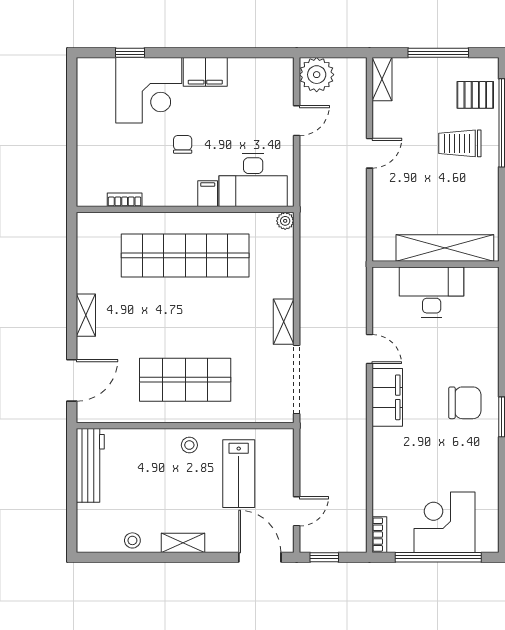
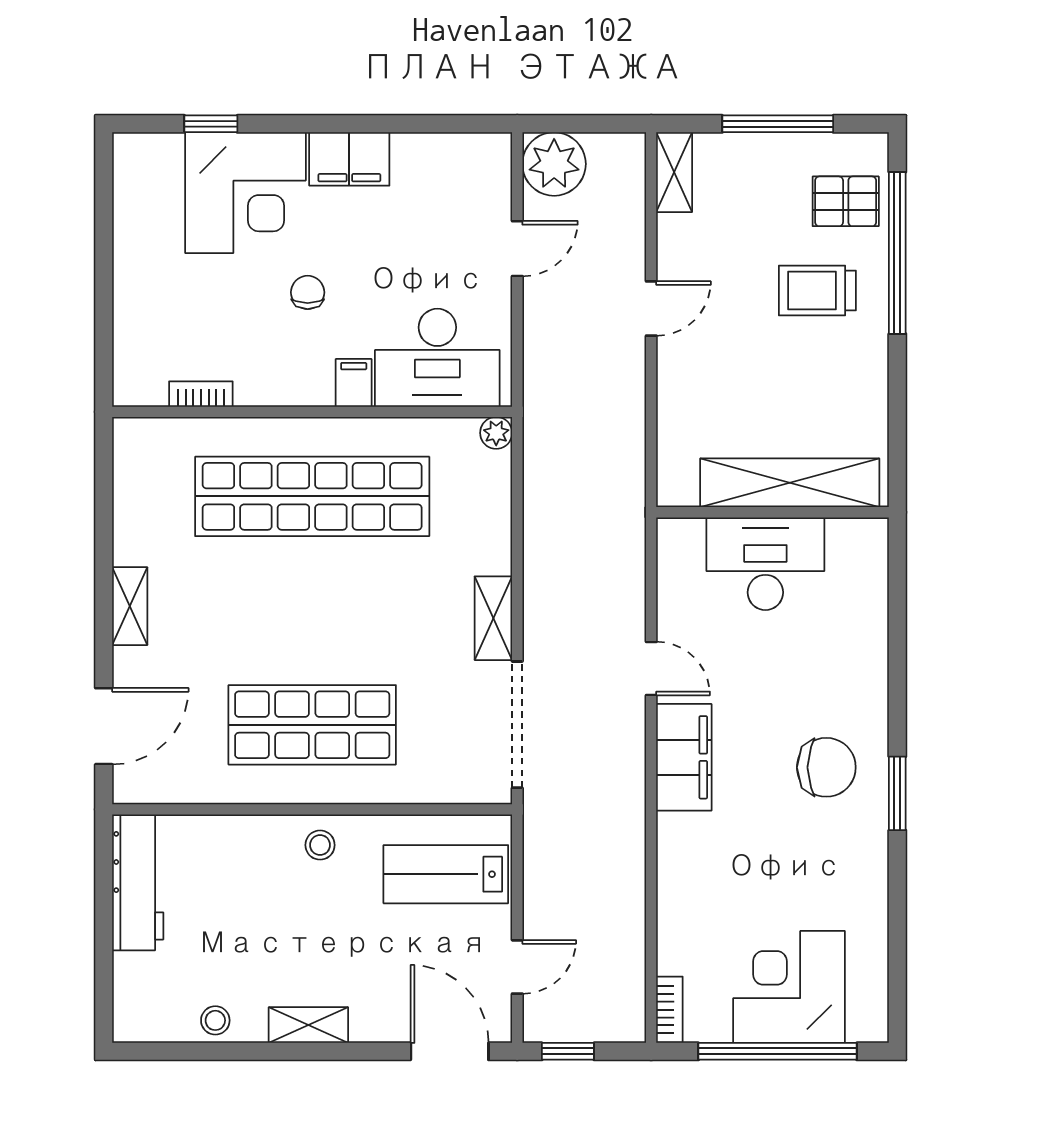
lab bench: (239, 474) -> (446, 874), moved, turned 90

